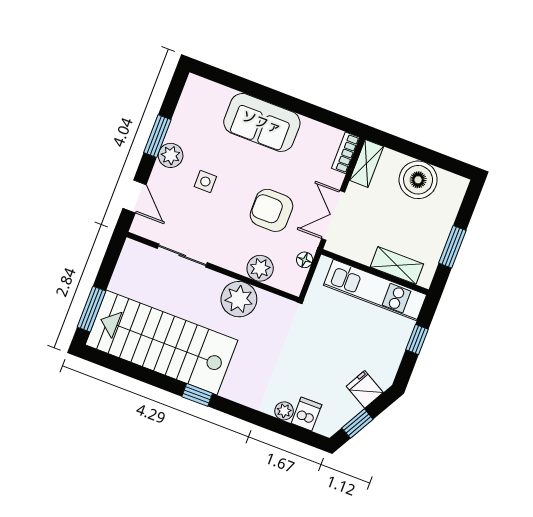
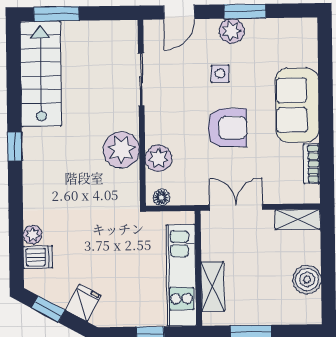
bookcase: (346, 153) -> (312, 164), moved, turned -90
boiler: (418, 180) -> (307, 280), width x0.73, depth x0.73
armchair: (271, 210) -> (227, 128), moved, turned 90
floor lamp: (305, 260) -> (161, 197), moved
stairs: (162, 342) -> (41, 74), width x0.73, depth x0.66

